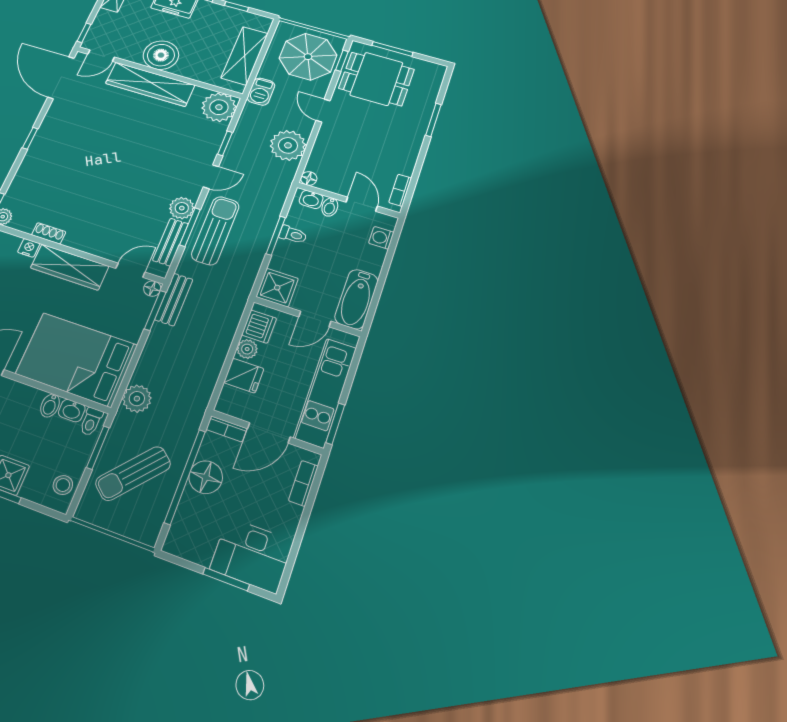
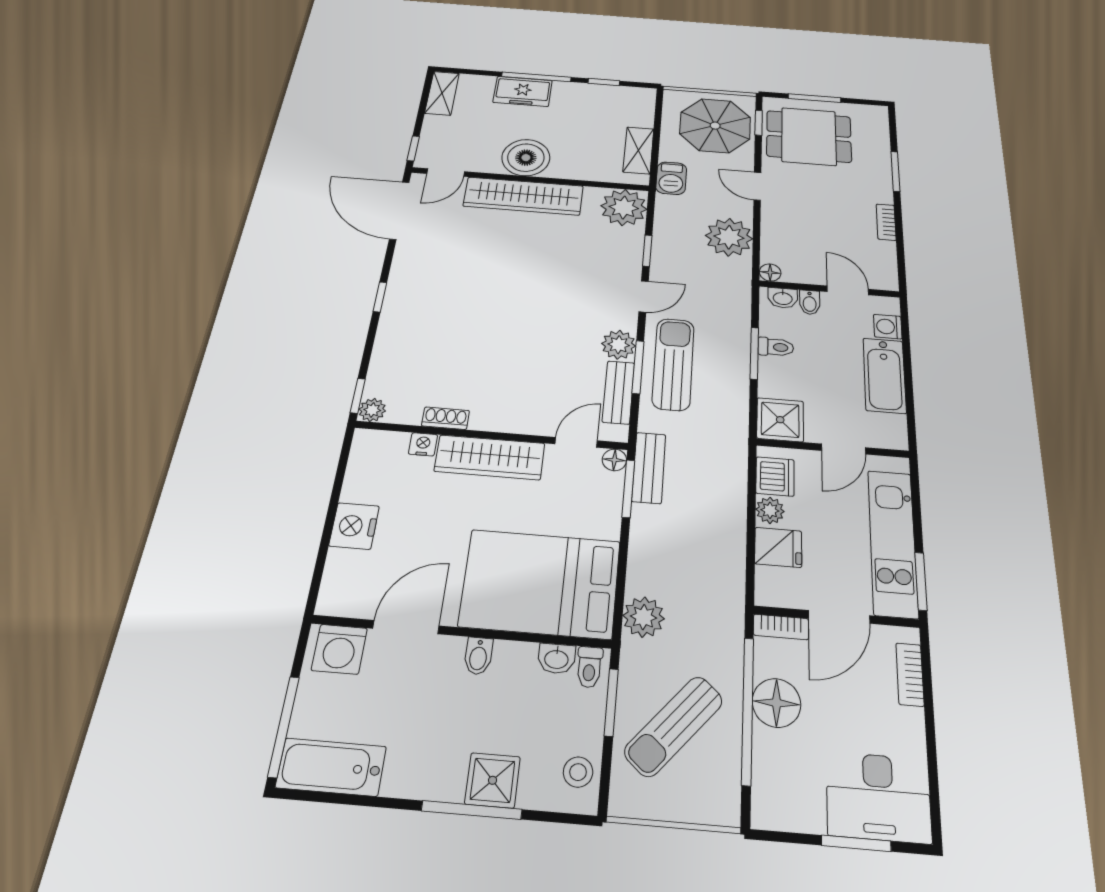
shelving: (245, 56) -> (638, 150), width x0.67, depth x0.75
bookcase: (400, 190) -> (886, 222), moved
bathtub: (356, 299) -> (884, 375), moved
bidet: (50, 405) -> (478, 656), moved

